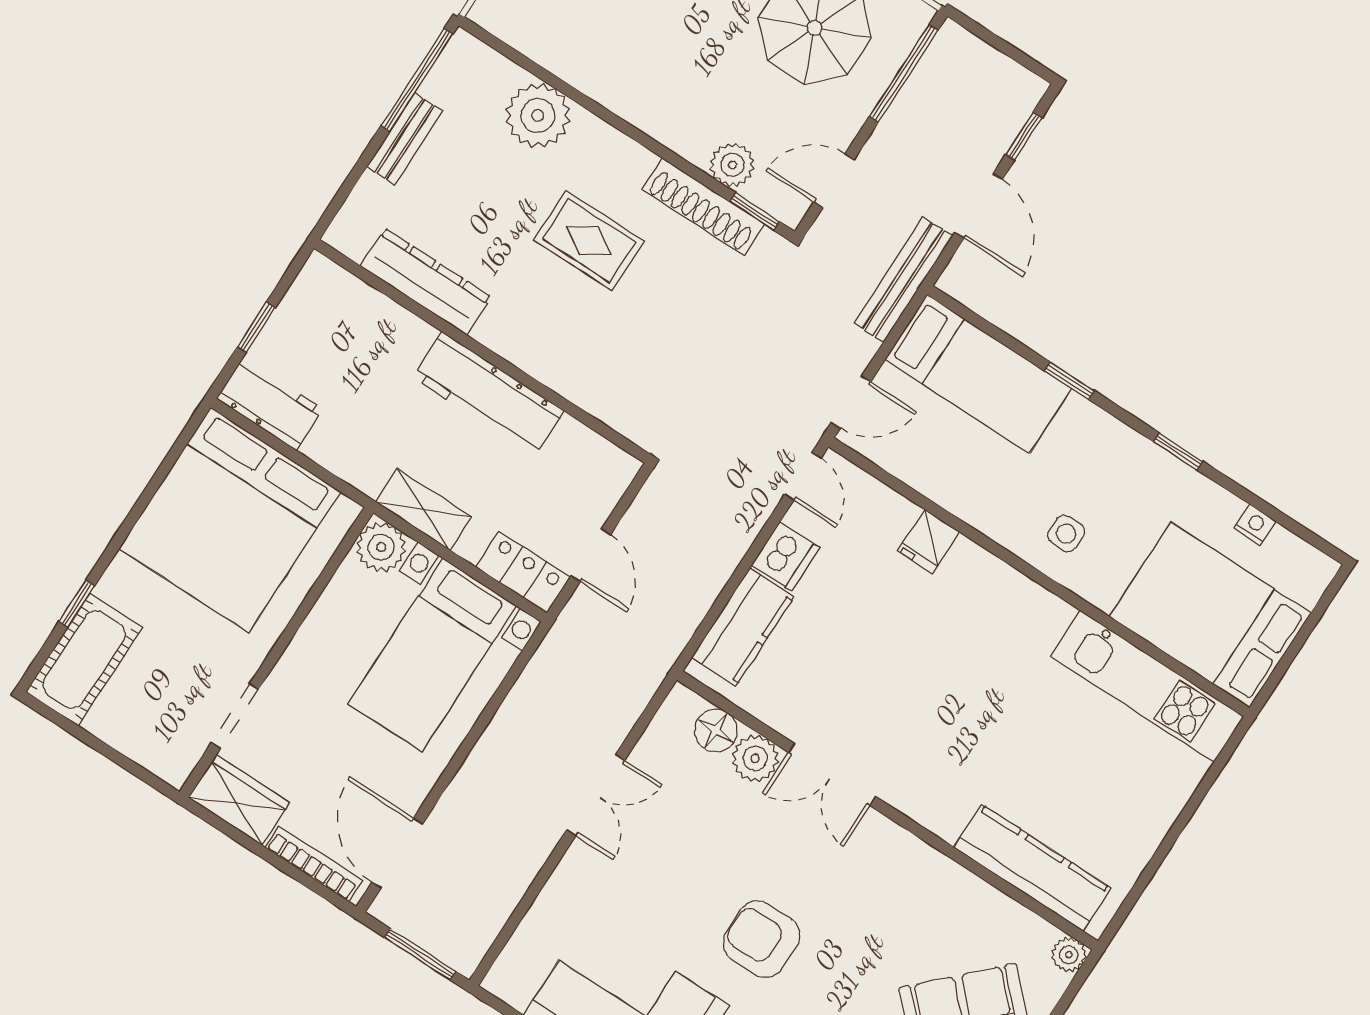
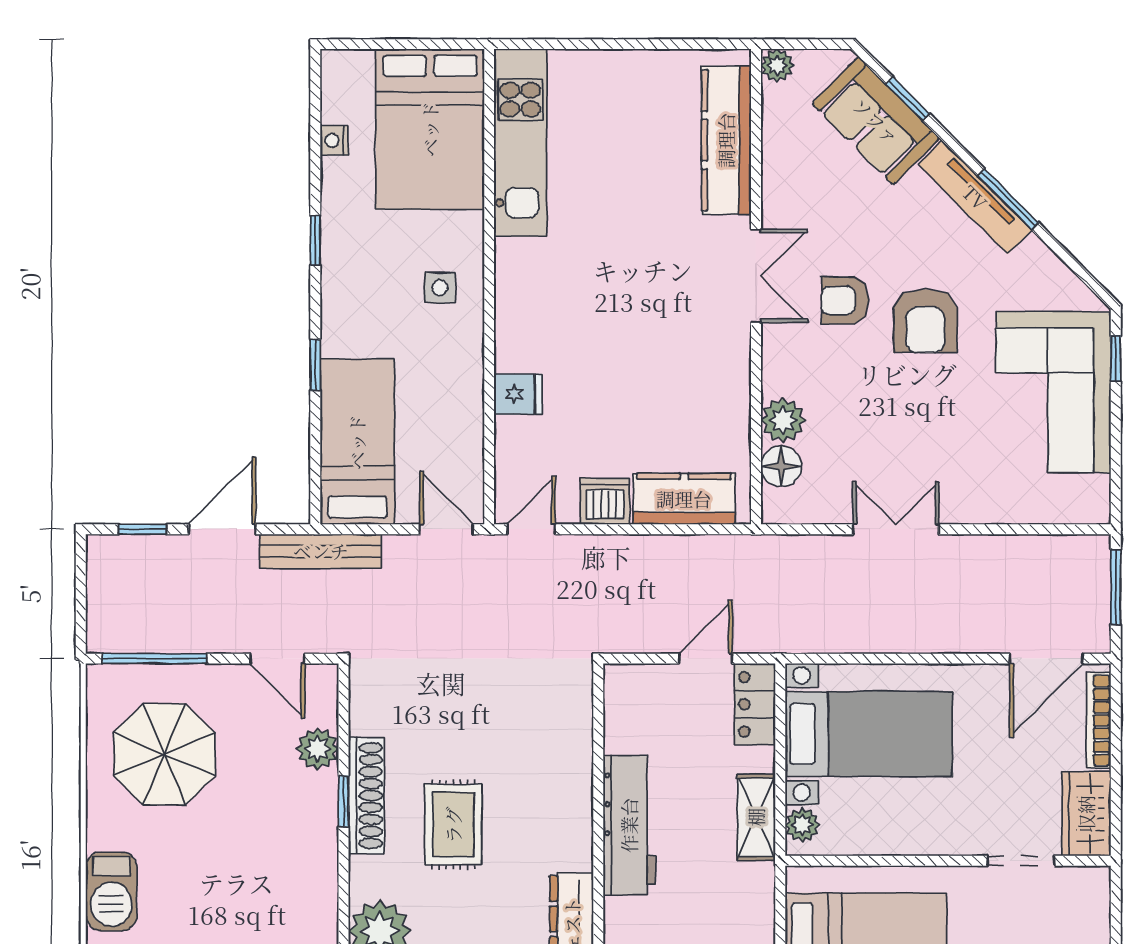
shoe rack: (703, 207) -> (366, 796), moved
window: (754, 211) -> (344, 801), moved
plant: (381, 547) -> (802, 825), width x0.73, depth x0.73
double door: (832, 774) -> (756, 276), moved
armchair: (825, 880) -> (845, 300), added

